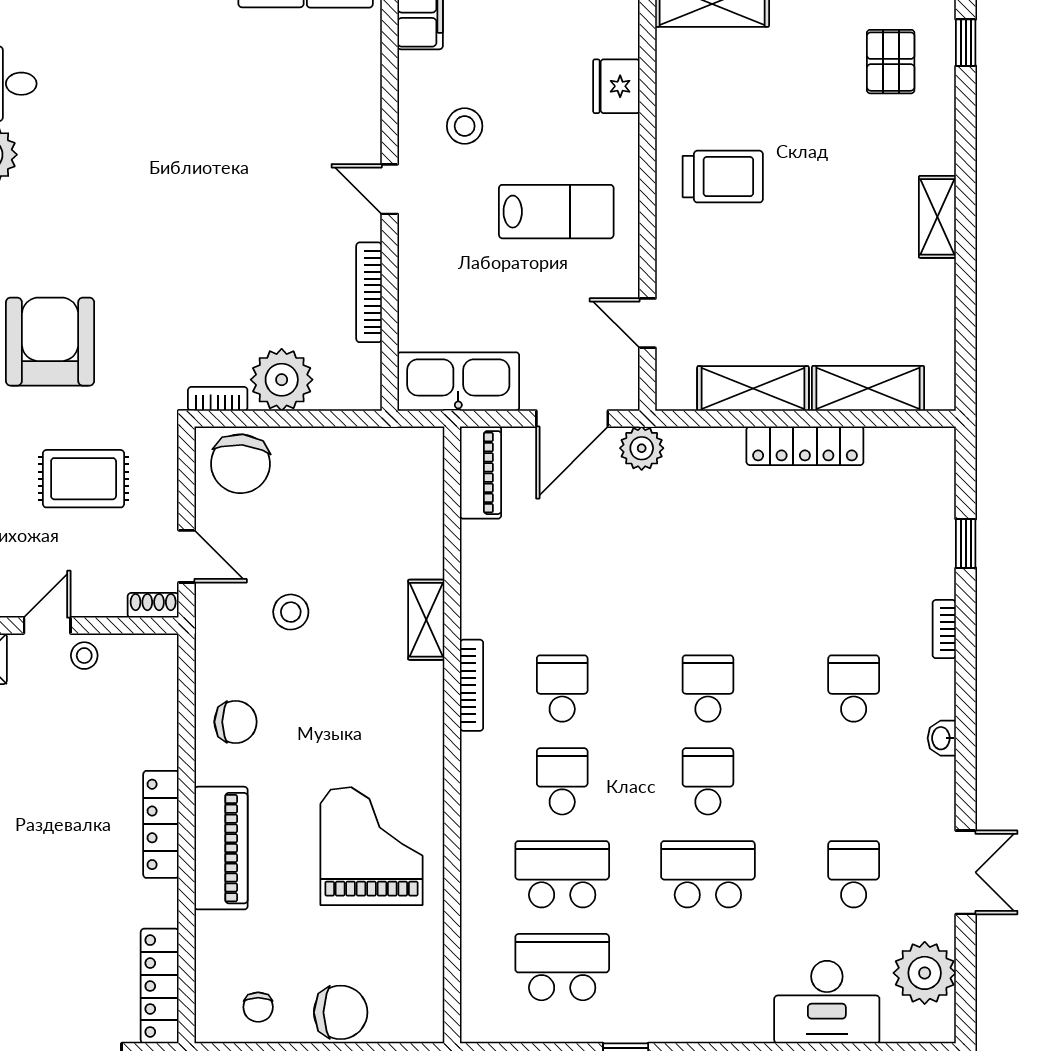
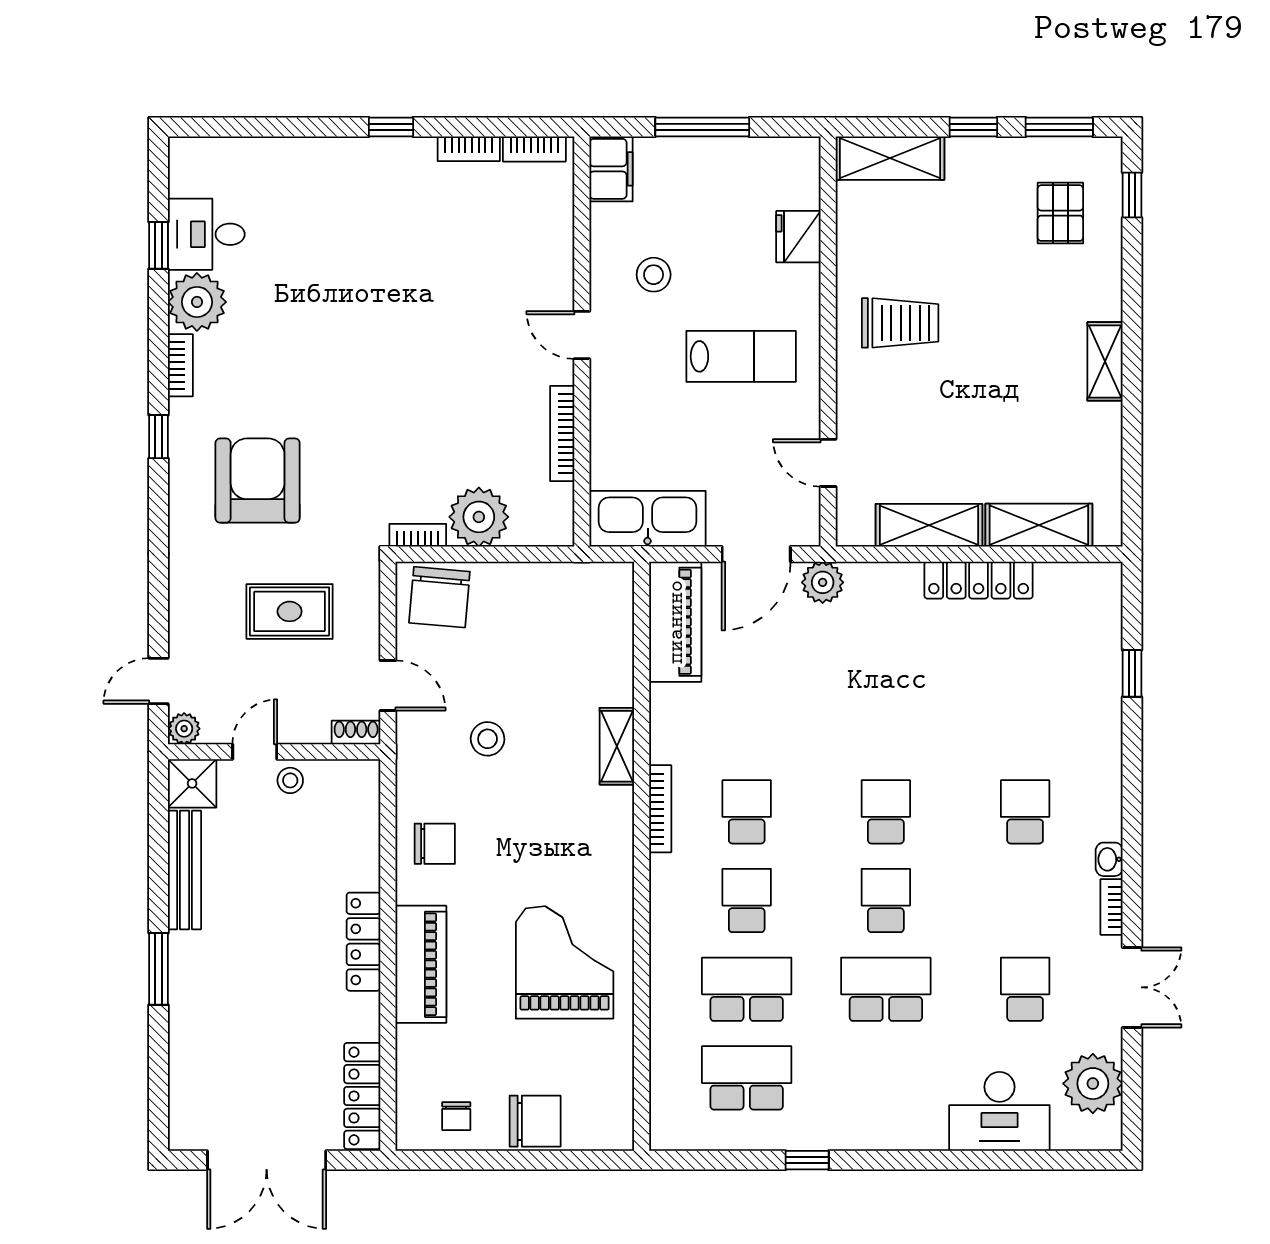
piano: (481, 473) -> (675, 622), width x1.37, depth x1.33
bookcase: (944, 629) -> (1112, 907), moved

